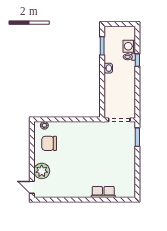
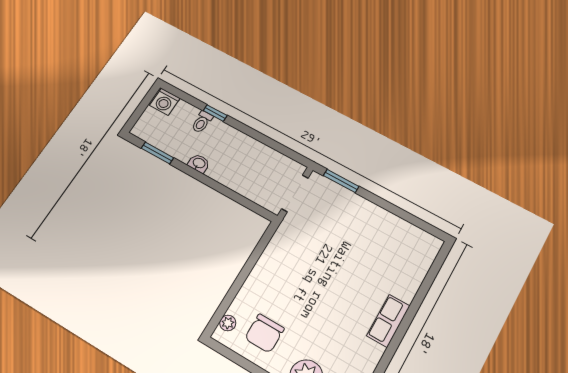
washing machine: (129, 46) -> (165, 102), moved
row of seats: (103, 192) -> (388, 321), moved

